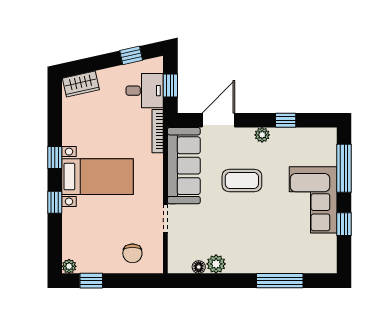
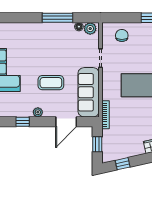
desk: (145, 91) -> (114, 141), removed
plant: (216, 264) -> (90, 29), moved
window: (280, 281) -> (58, 18), moved

